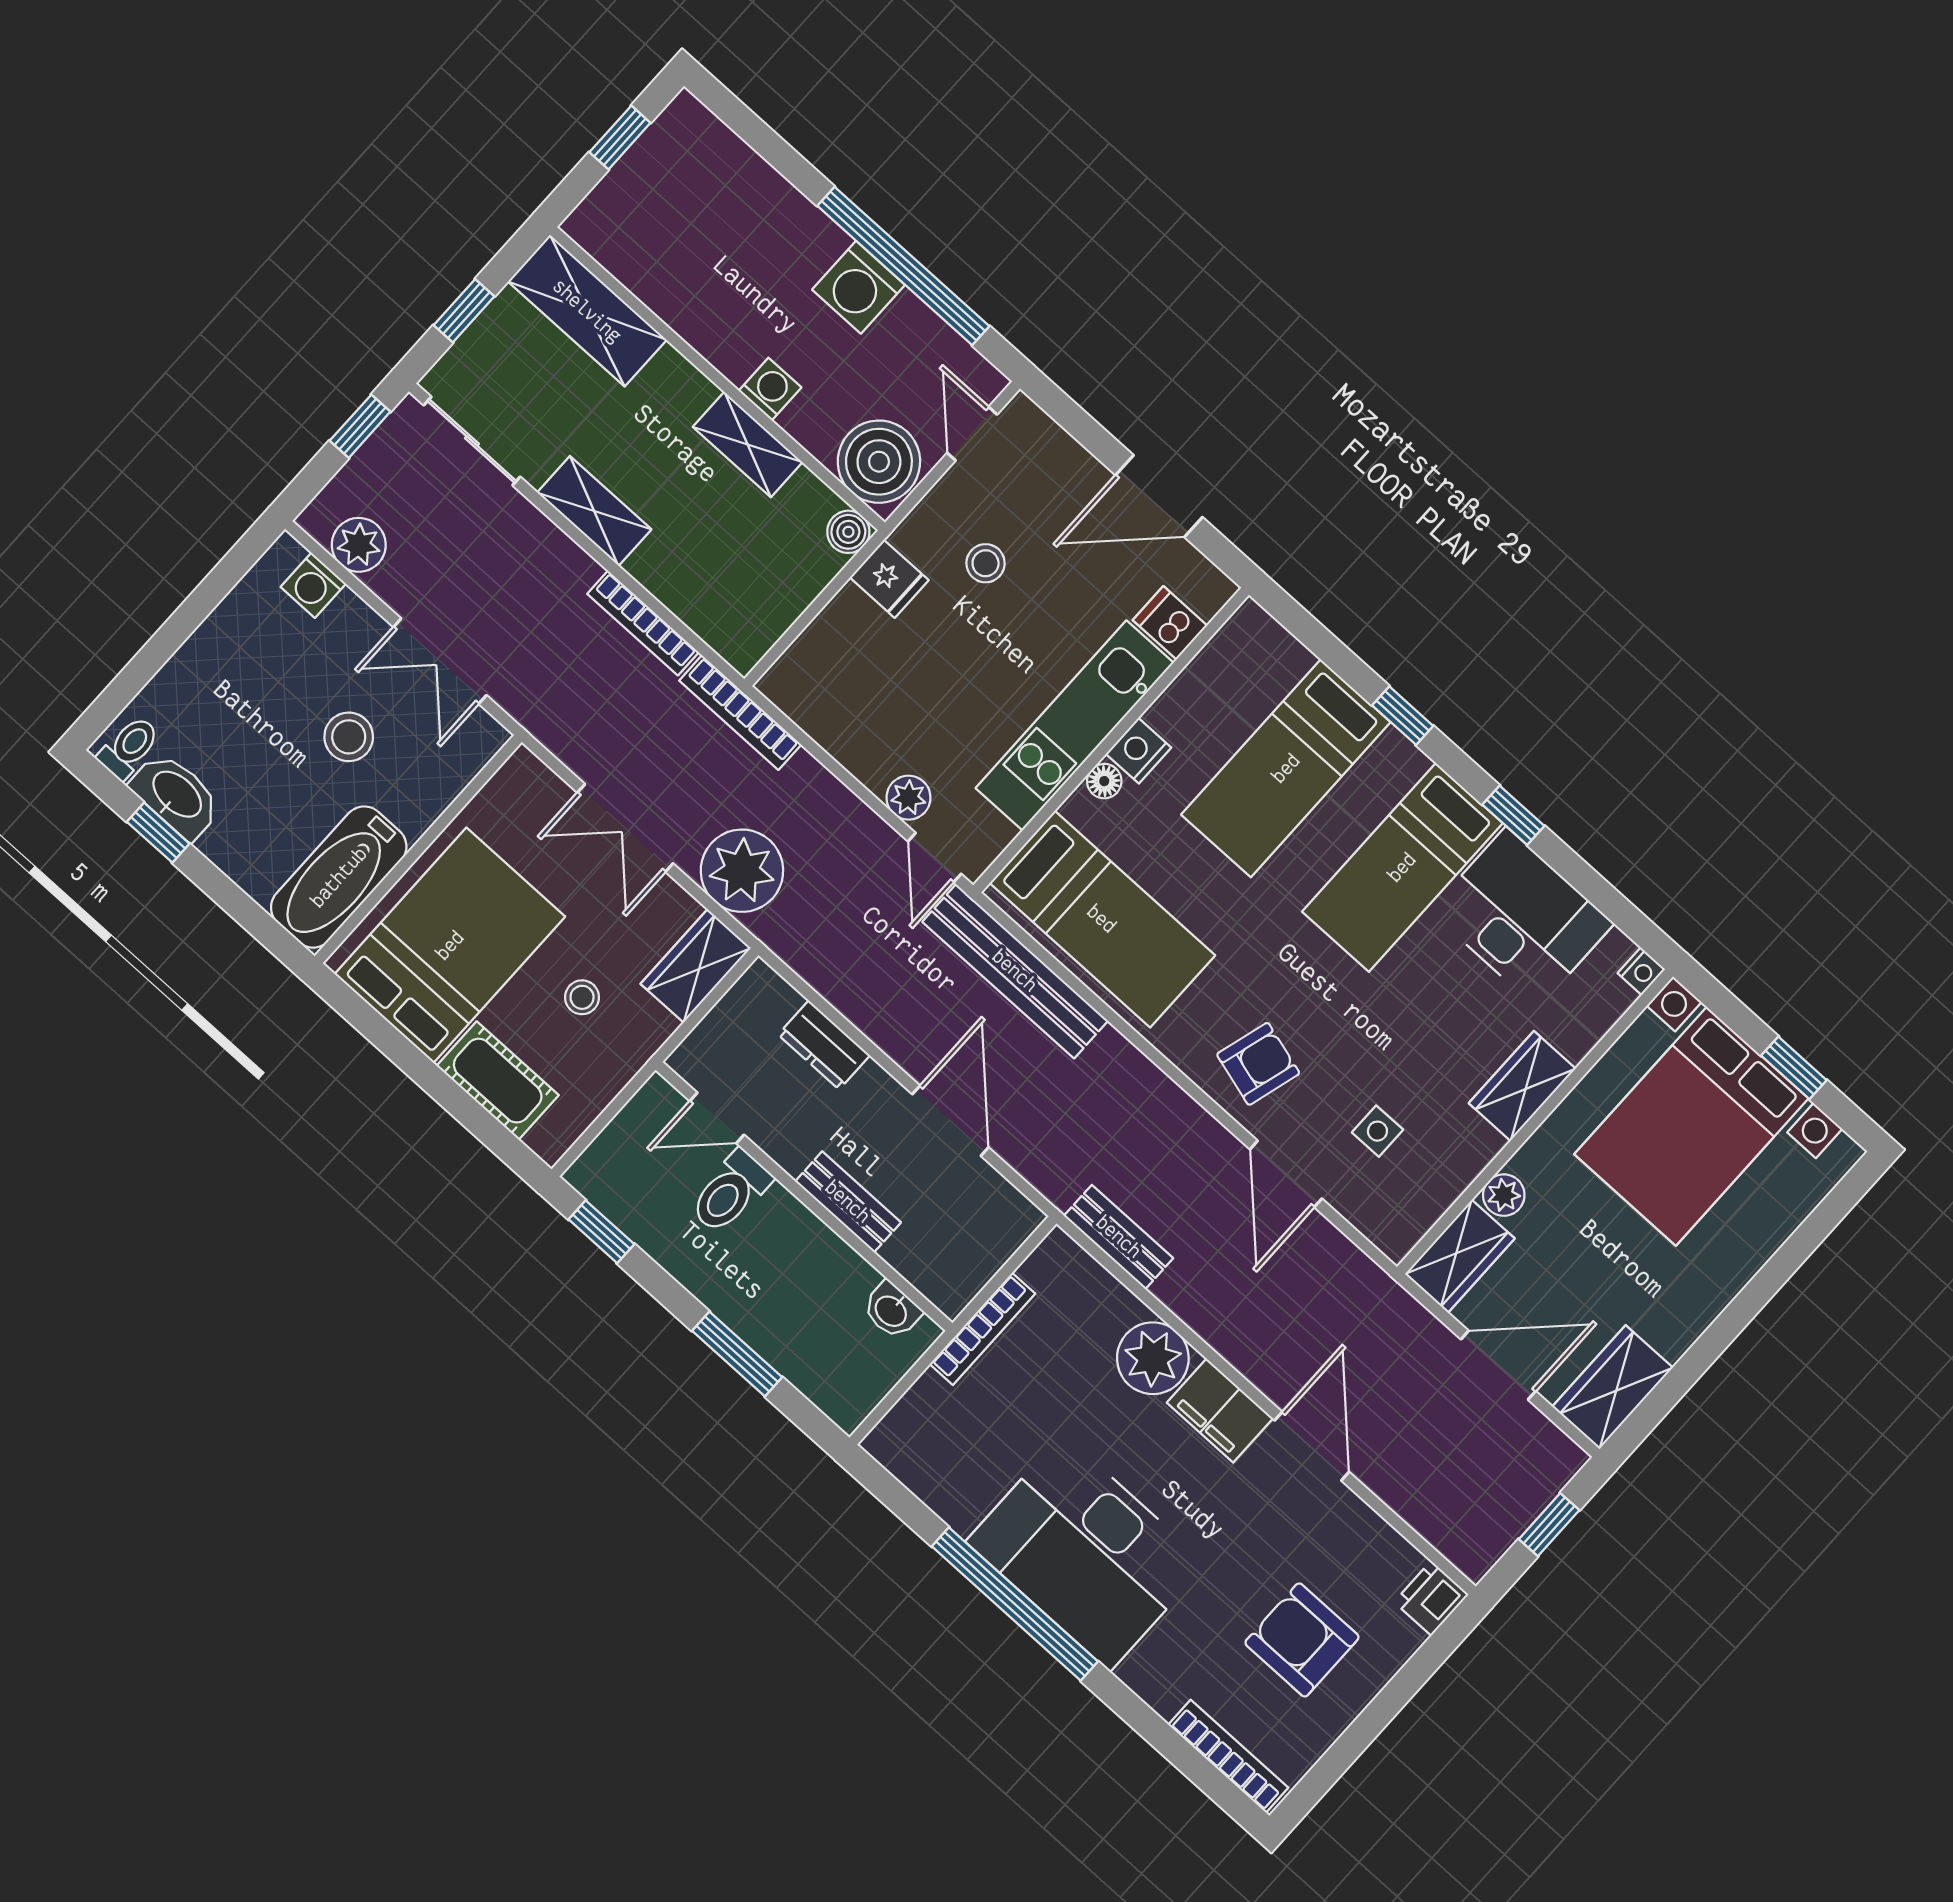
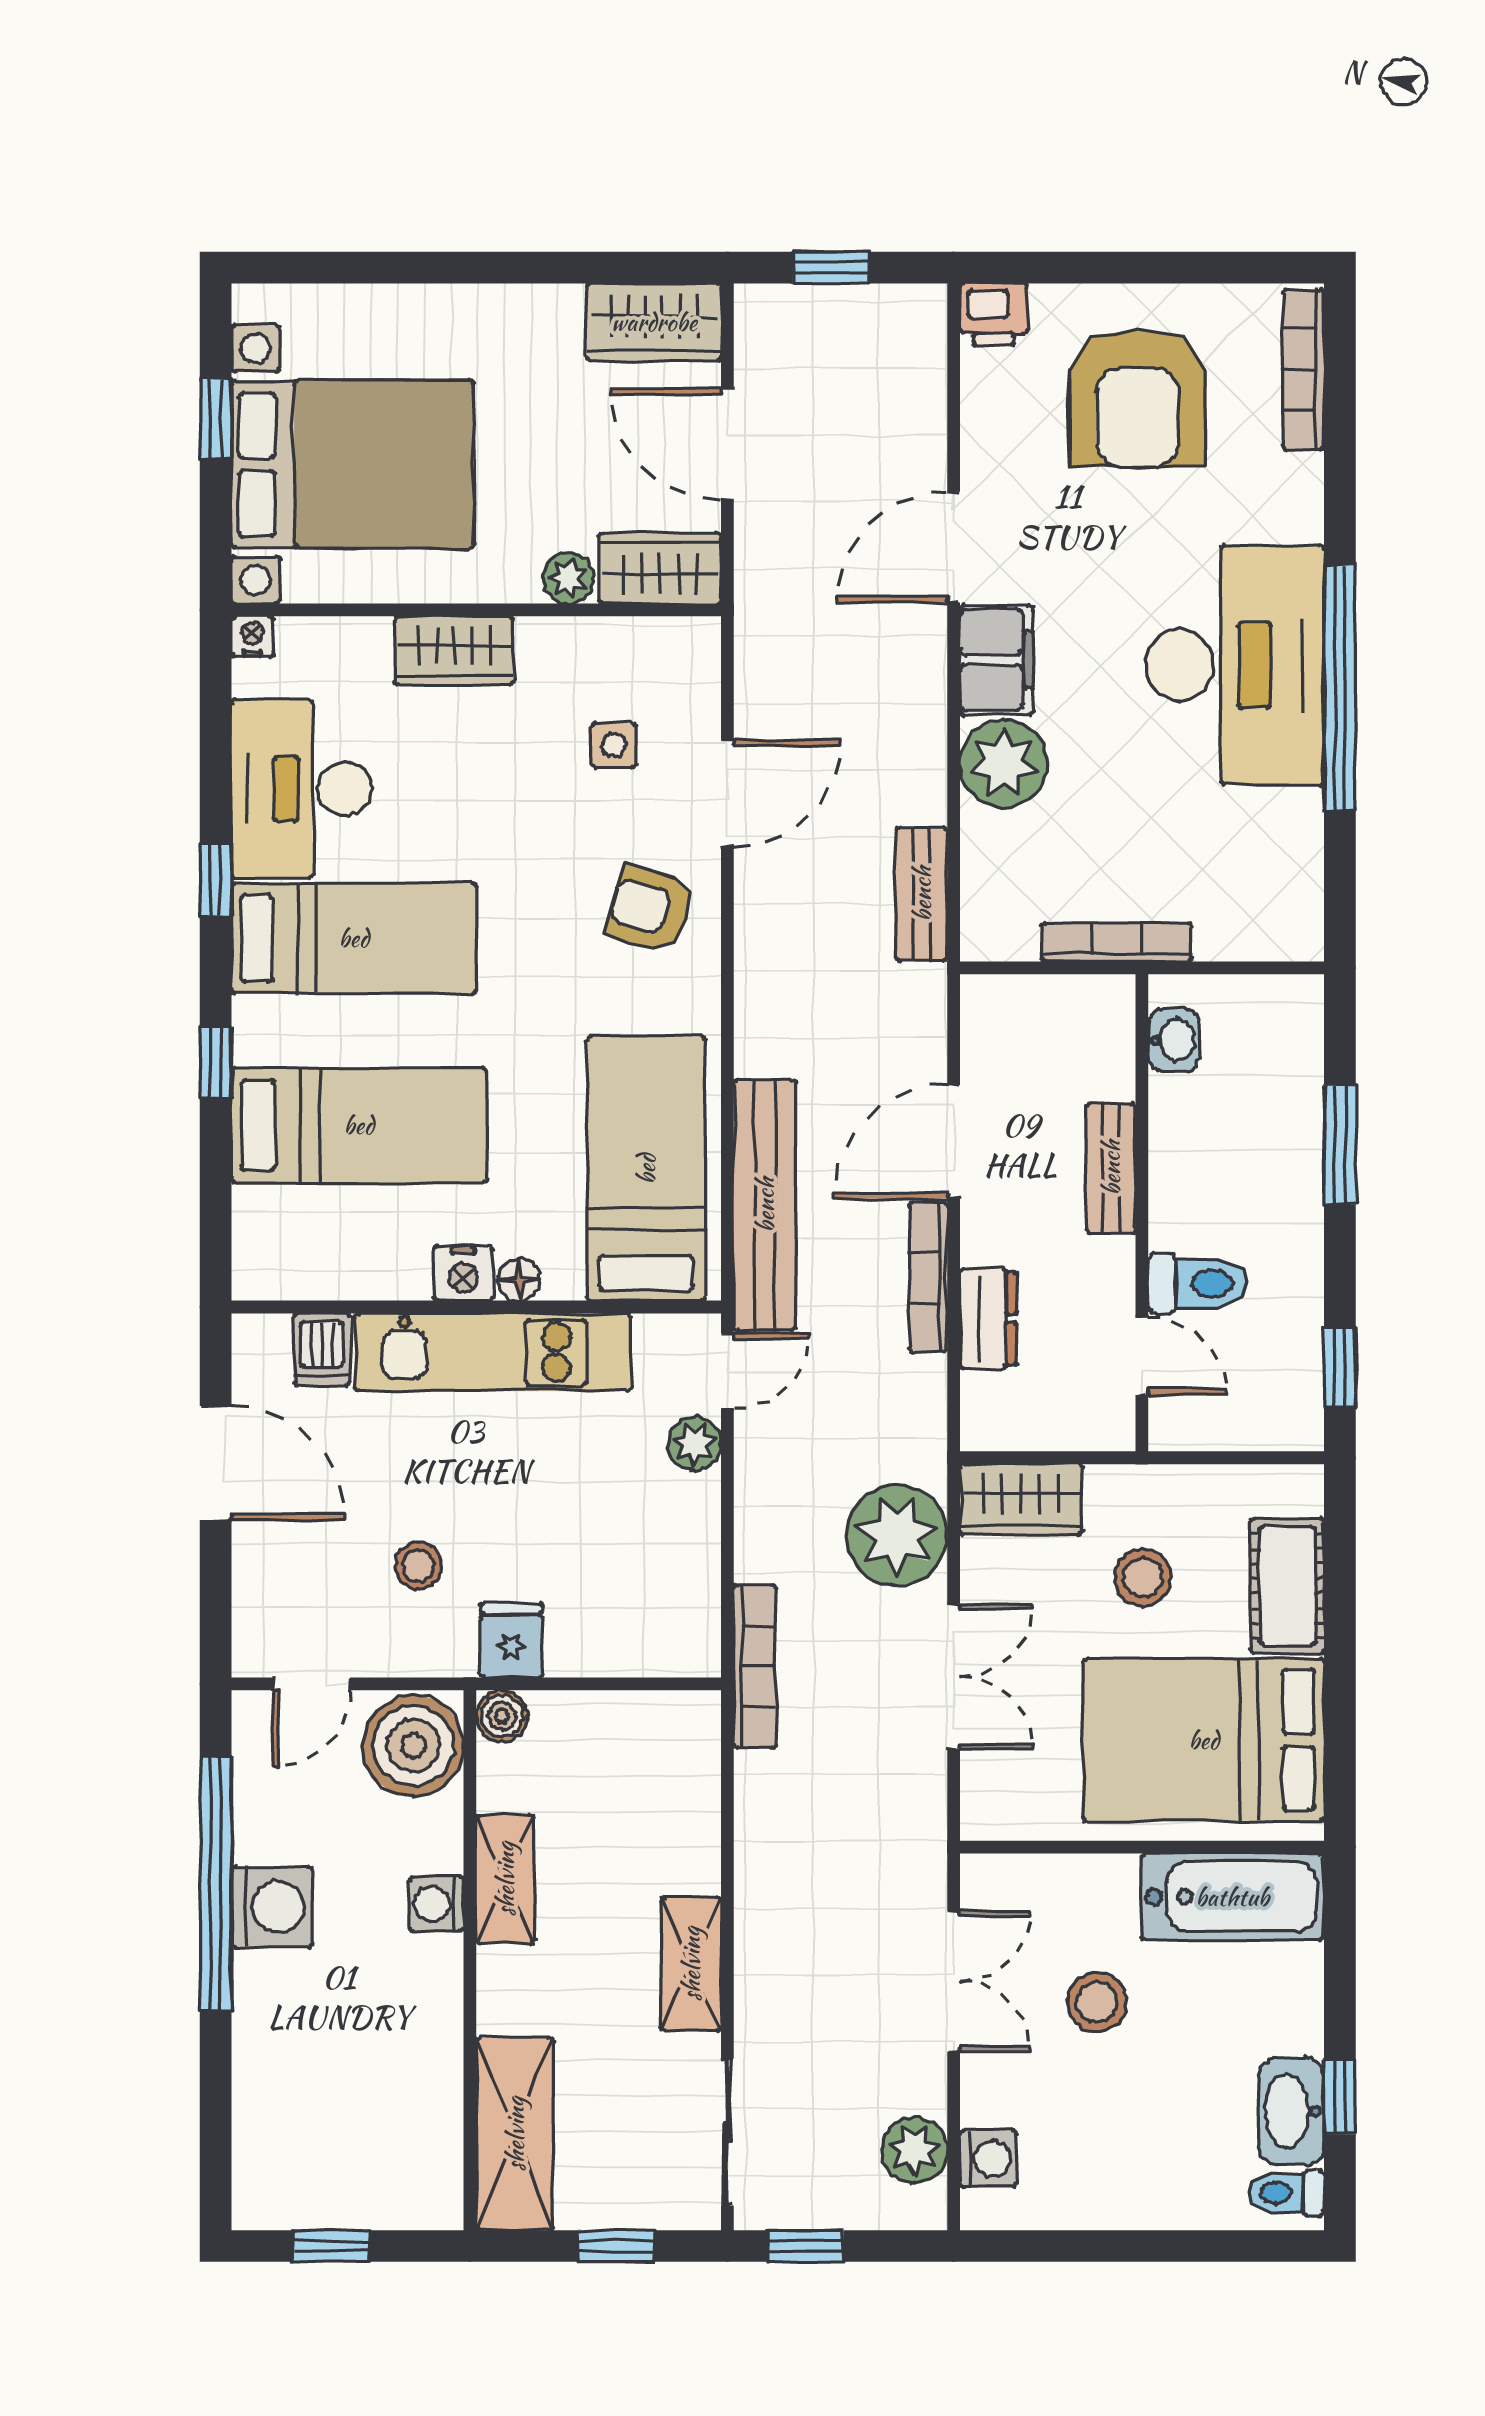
bookcase: (643, 623) -> (928, 1277), moved, turned 180
stool: (582, 997) -> (1143, 1577), width x1.37, depth x1.37
armchair: (1302, 1640) -> (1138, 398), width x1.36, depth x1.36

